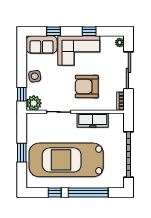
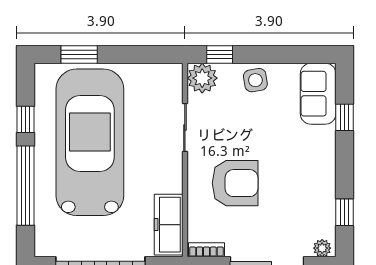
window: (89, 31) -> (344, 212), moved
corner sofa: (79, 50) -> (306, 167), removed
armchair: (87, 86) -> (235, 183), turned 90
freezer: (93, 120) -> (169, 225), moved
window: (22, 153) -> (79, 54), moved

